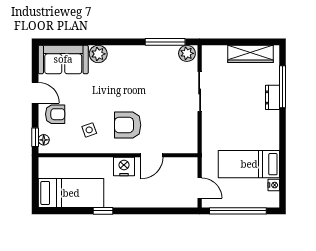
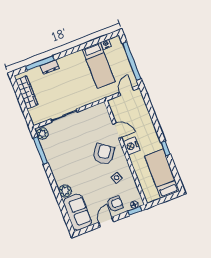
armchair: (55, 114) -> (115, 204), turned 90
armchair: (128, 125) -> (104, 154), turned -145

